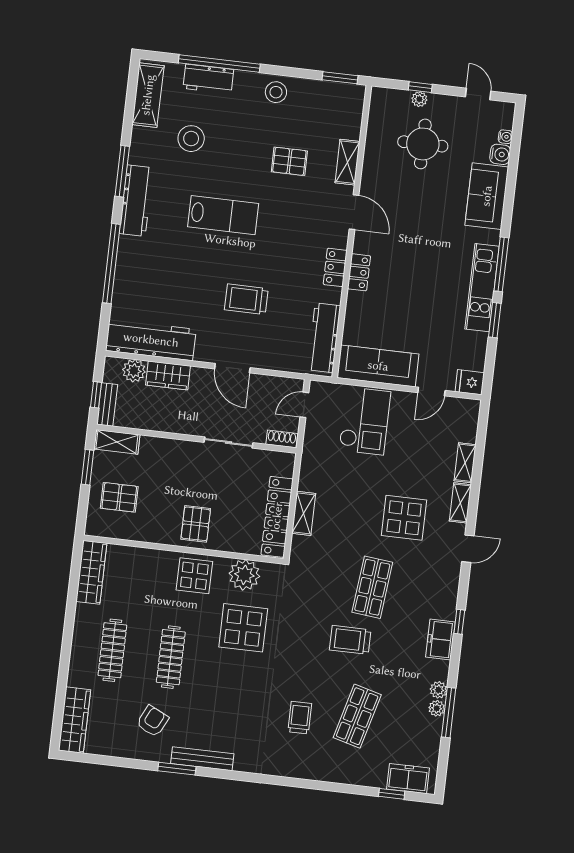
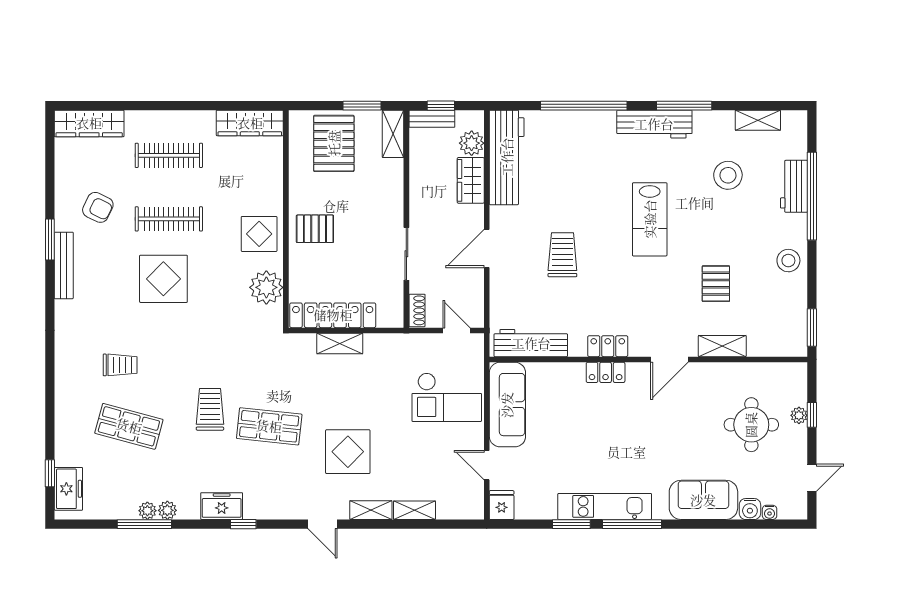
shelving: (148, 95) -> (758, 120), width x0.67, depth x0.75
pallet: (119, 497) -> (334, 143), width x1.50, depth x1.42
display table: (243, 628) -> (163, 279), moved

